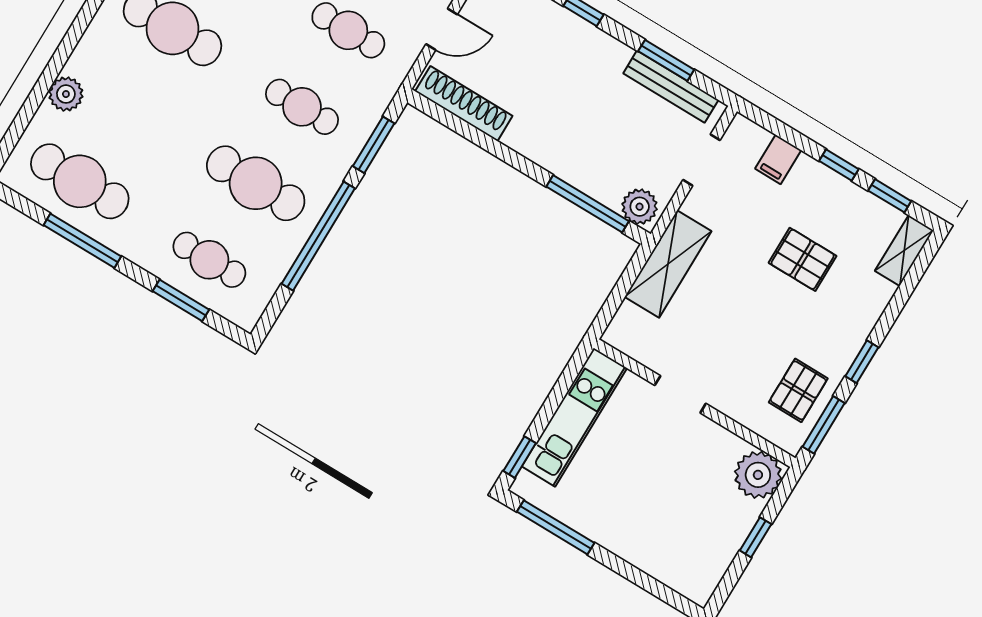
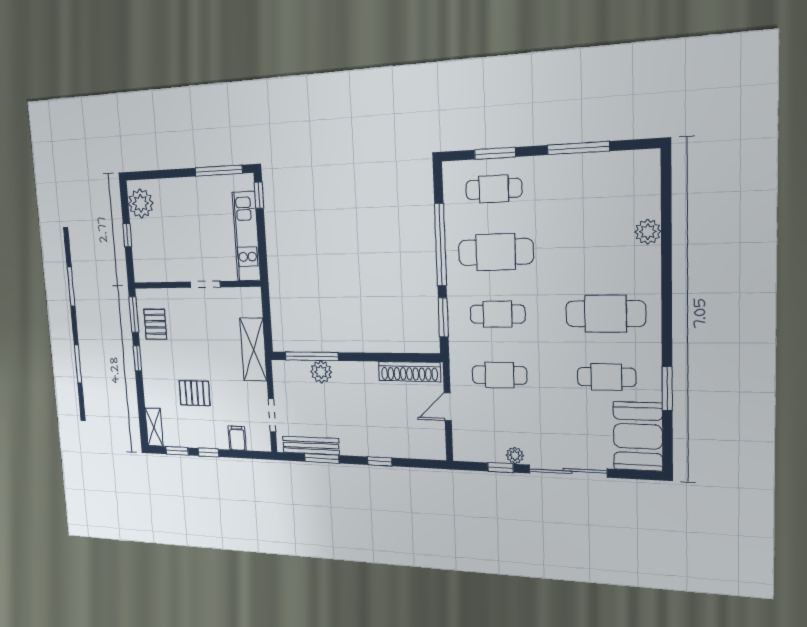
cafe table: (80, 181) -> (604, 183), removed
plant: (640, 207) -> (321, 372), moved
plant: (758, 475) -> (141, 203), moved

